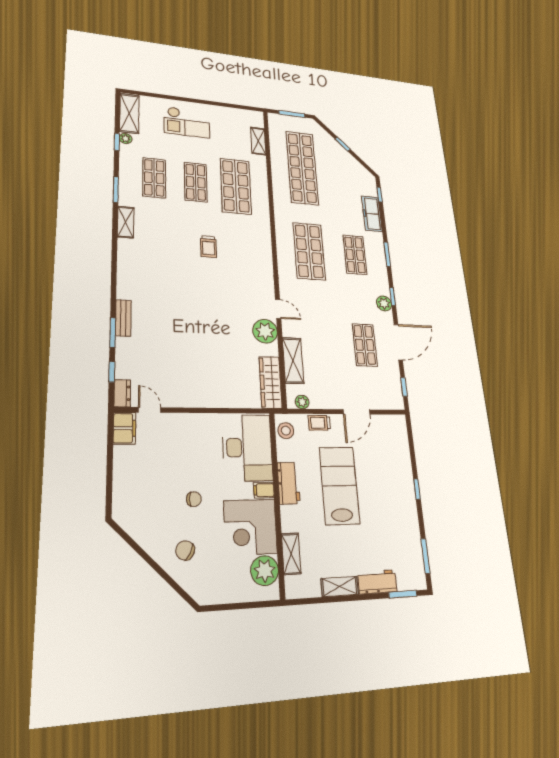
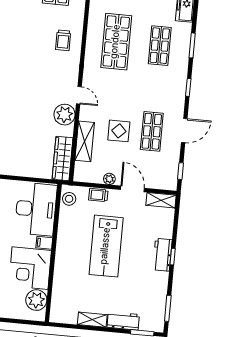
trolley: (208, 247) -> (63, 40), moved
plant: (384, 303) -> (178, 94), removed
door: (398, 342) -> (184, 131), width x0.73
display table: (329, 346) -> (119, 131), added
plant: (302, 402) -> (109, 179), moved
door: (357, 412) -> (132, 189), swing flipped
workbench: (289, 483) -> (162, 255), moved, turned 180
lab bench: (339, 485) -> (106, 246), turned 180
shelving: (291, 554) -> (161, 200), moved, turned 90

